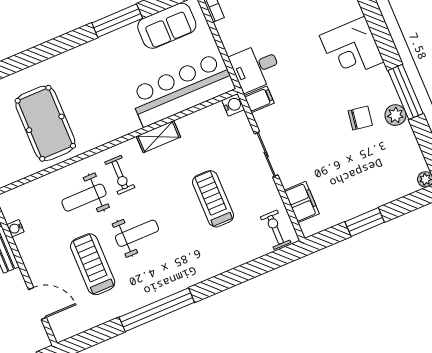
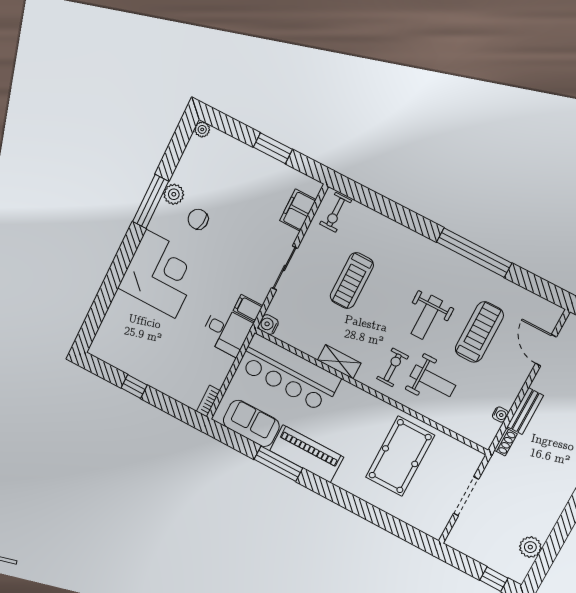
corner desk: (352, 49) -> (161, 274), width x1.36, depth x1.36
piano: (107, 50) -> (307, 454), added
weight bench: (137, 233) -> (427, 317), turned -90
treadmill: (93, 264) -> (479, 332), turned 180

